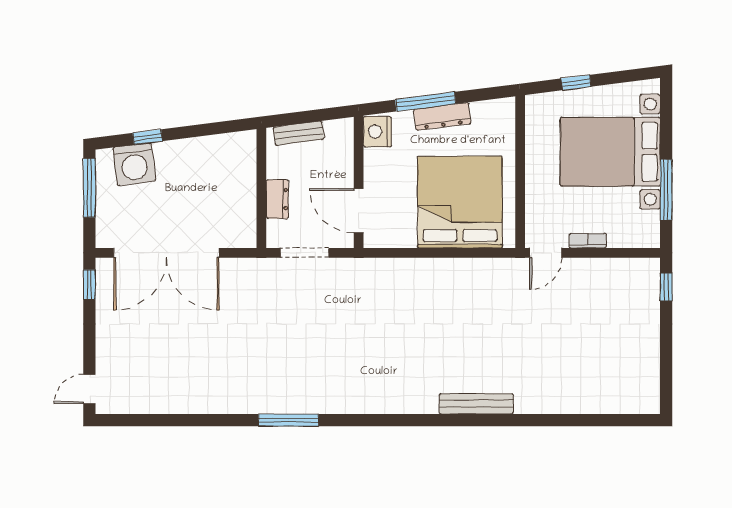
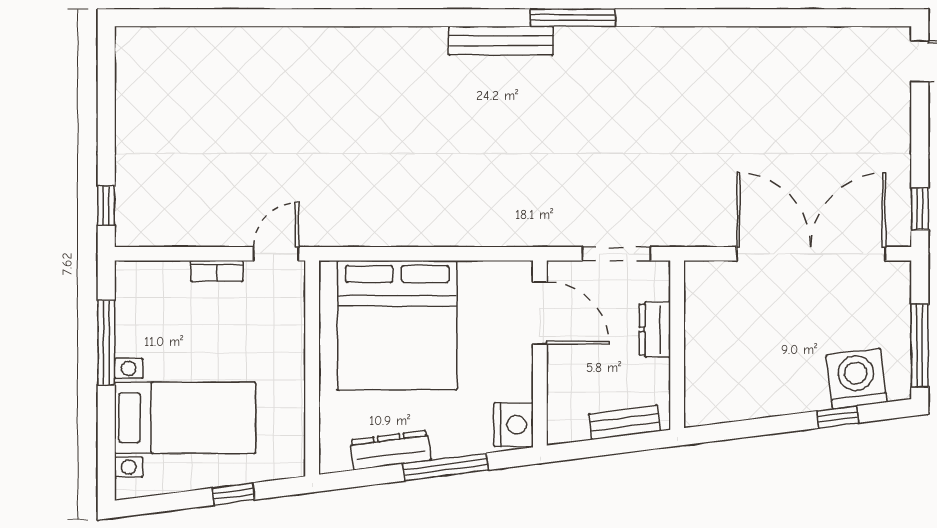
dresser: (442, 116) -> (390, 450), moved
bed with nightstands: (610, 152) -> (185, 418), width x0.73
bench: (476, 404) -> (501, 41), moved
window: (288, 420) -> (573, 18), moved

